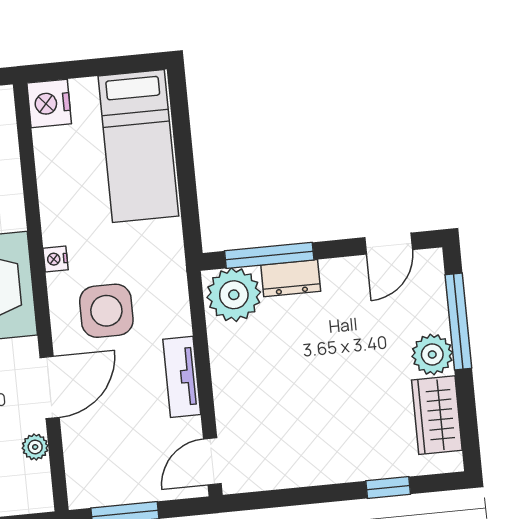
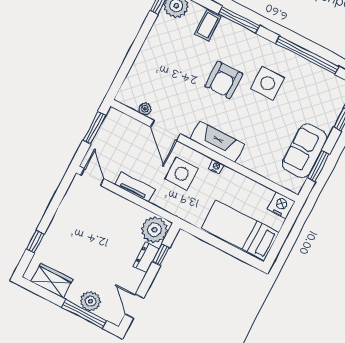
window: (269, 255) -> (161, 255), width x0.46
plant: (432, 354) -> (90, 301), moved

